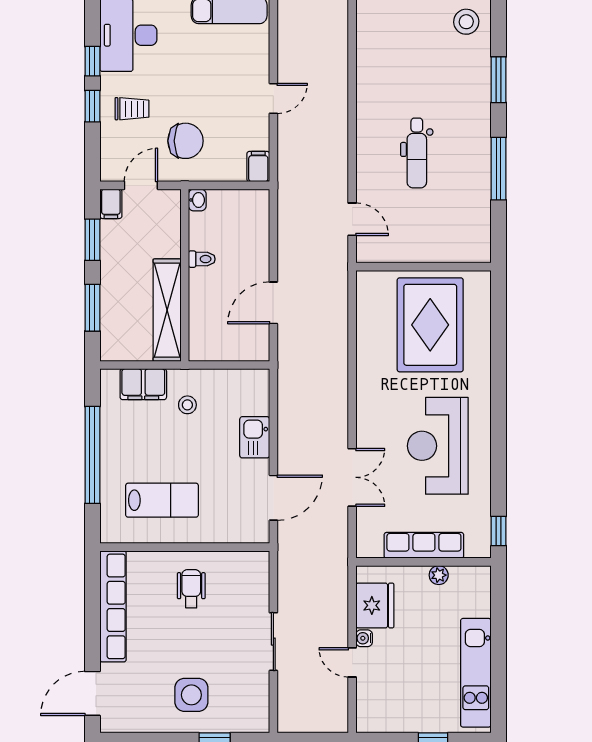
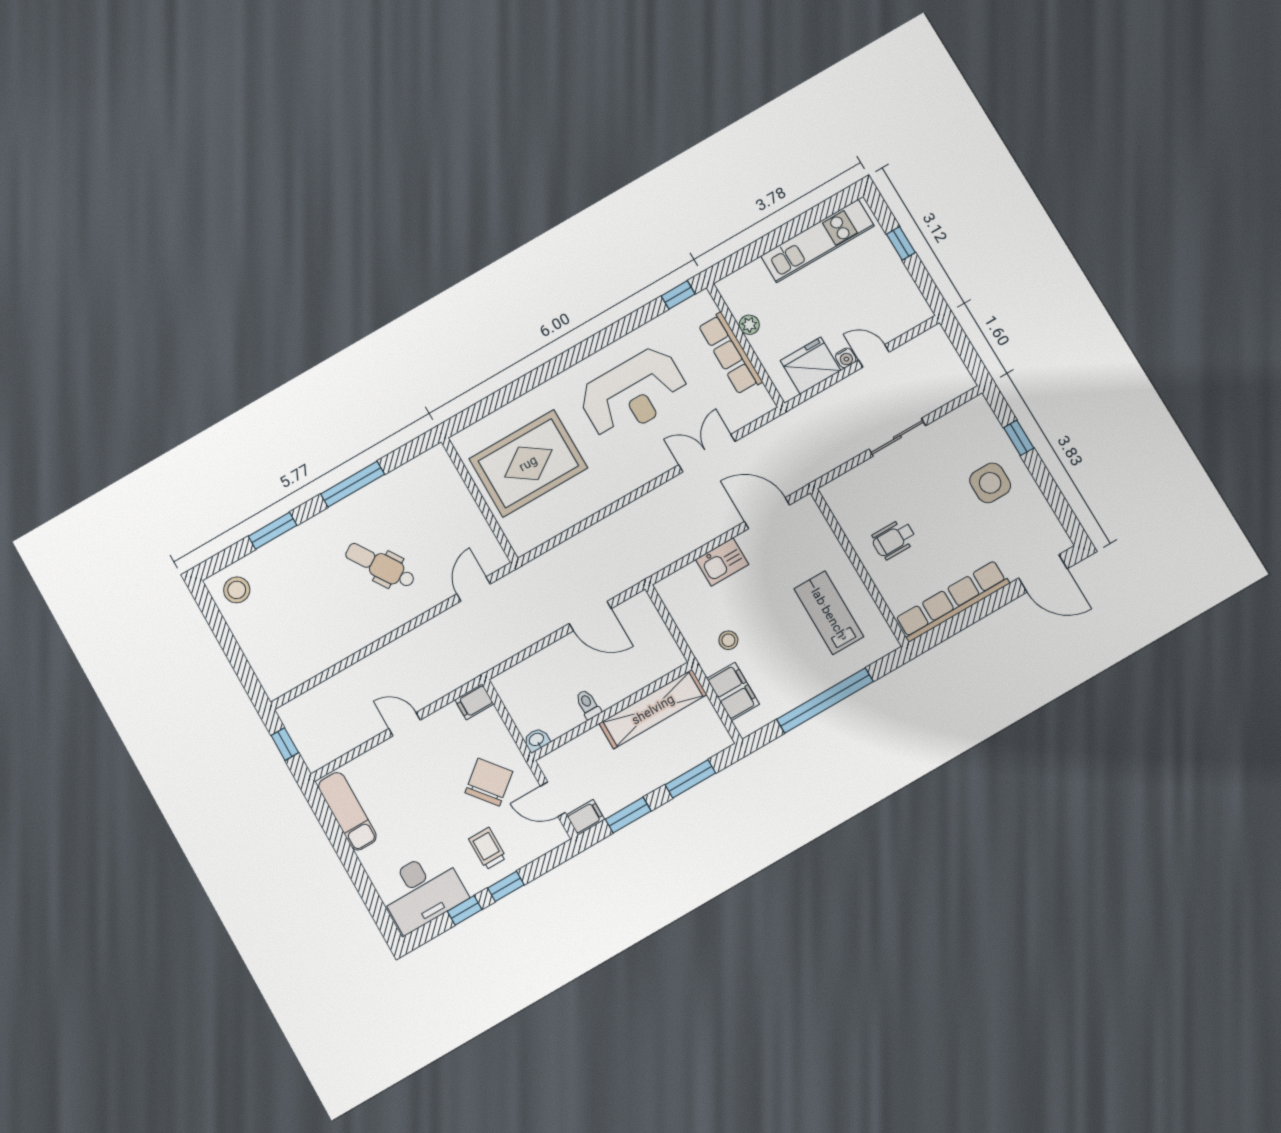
chair: (185, 141) -> (489, 782), turned 51
dental chair: (417, 153) -> (380, 565), turned -123
door: (352, 662) -> (874, 356), swing flipped

